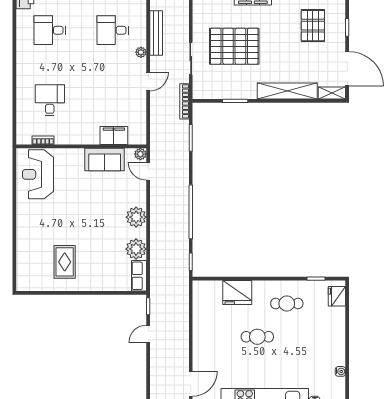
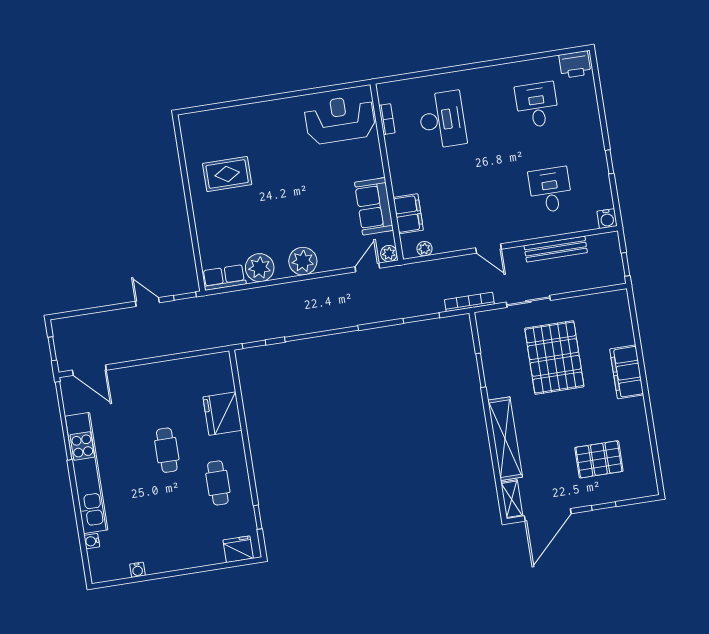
plant: (141, 52) -> (425, 249), moved
desk: (50, 100) -> (442, 120), width x1.37

